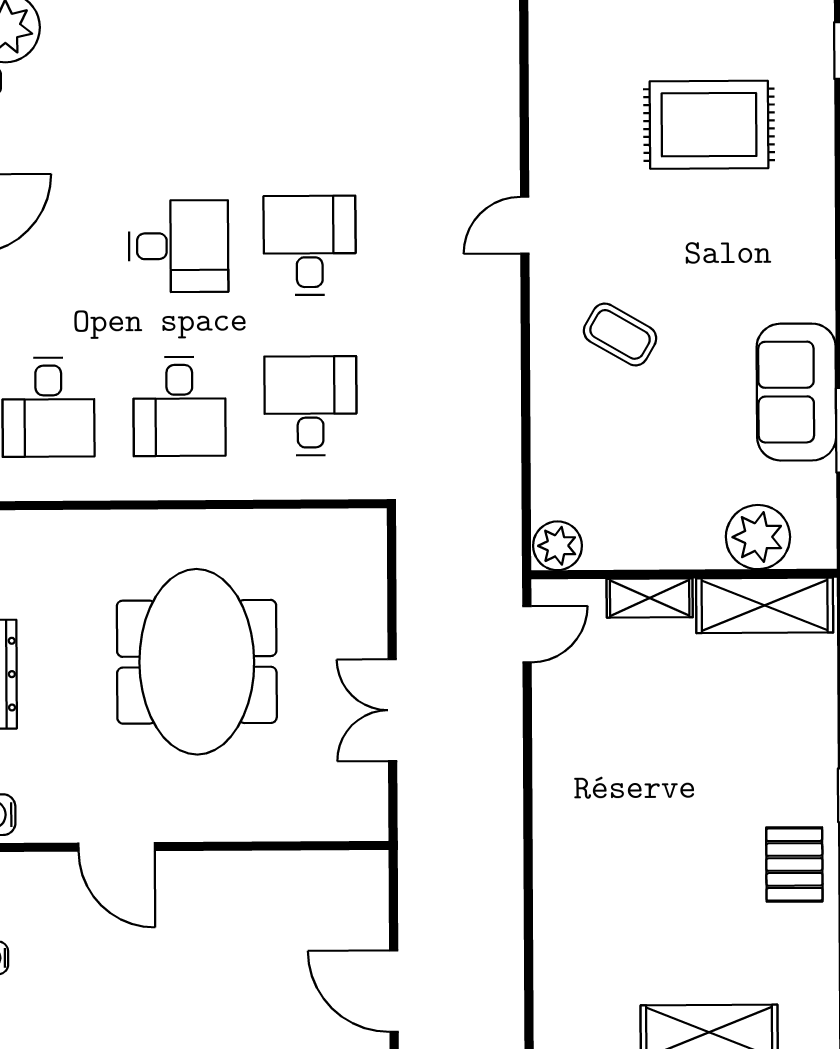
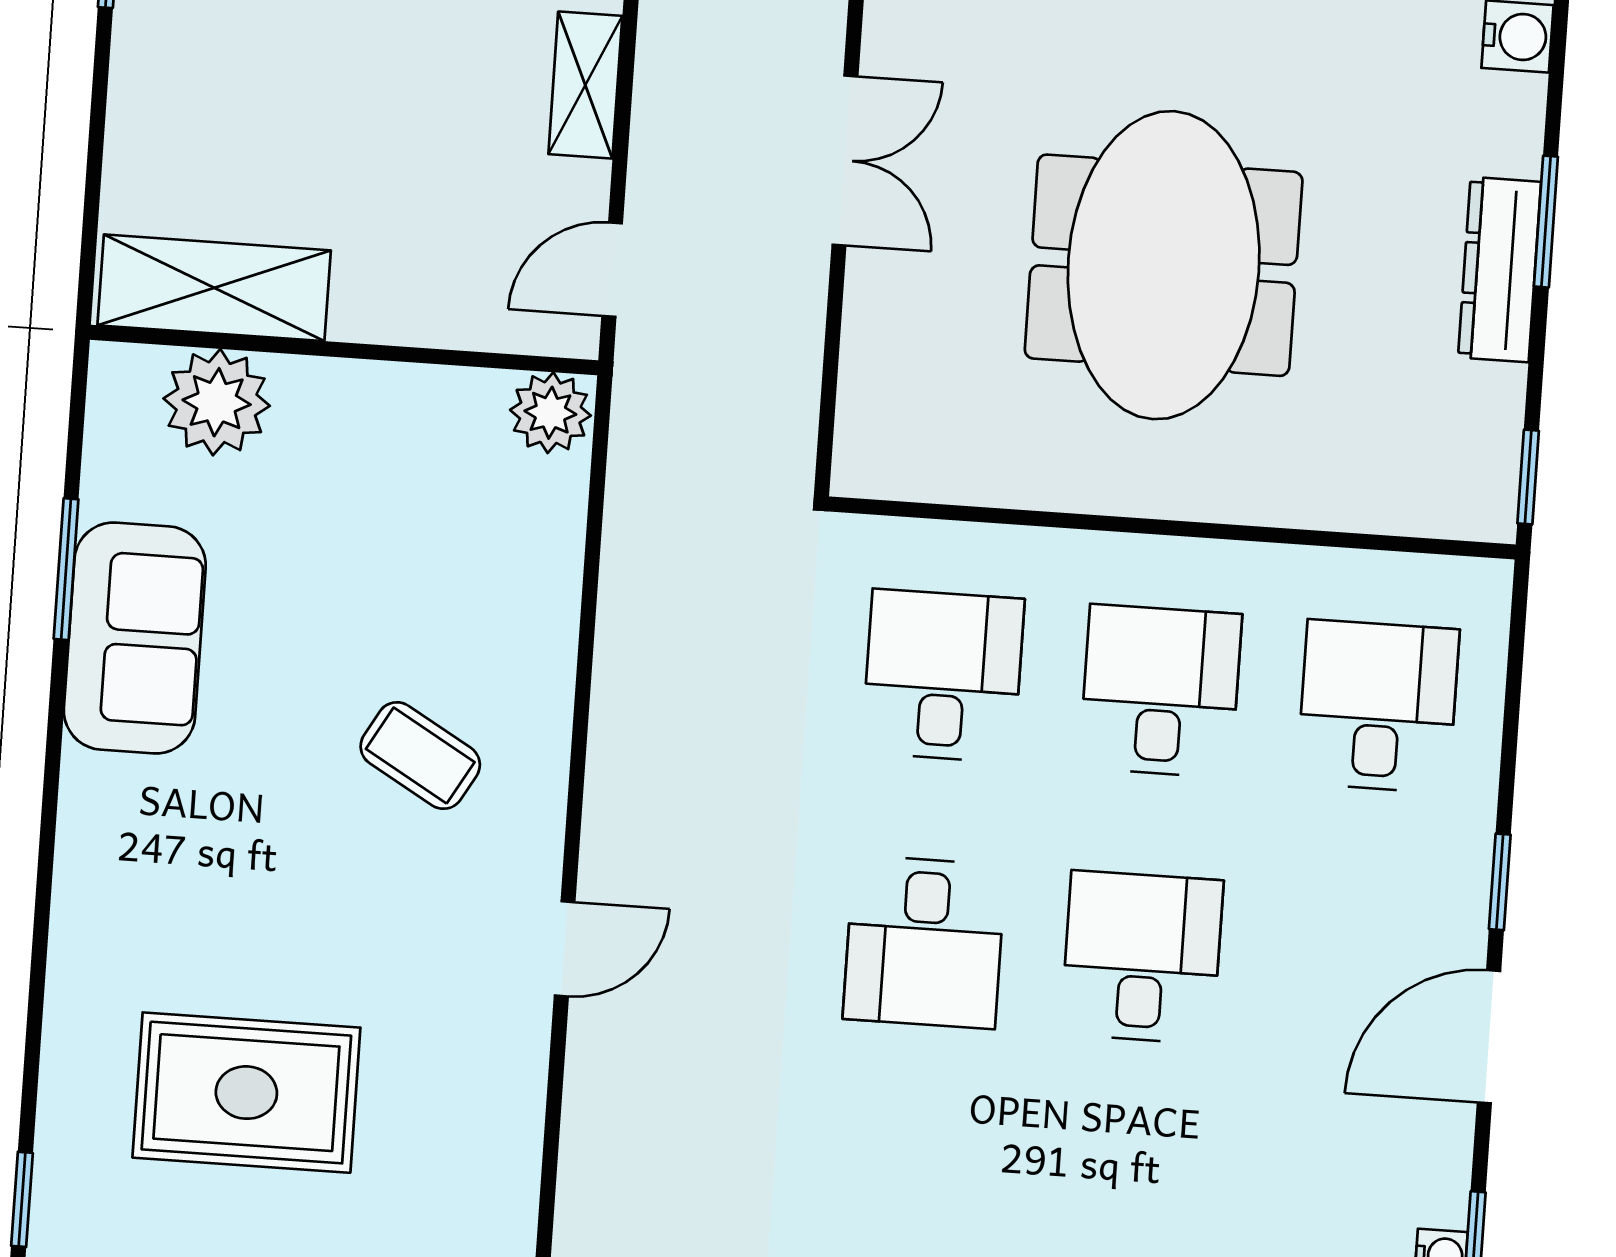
desk: (179, 246) -> (1142, 957), turned 90
desk: (310, 406) -> (943, 676), turned 180
shelving: (650, 598) -> (585, 85), moved, turned 90

